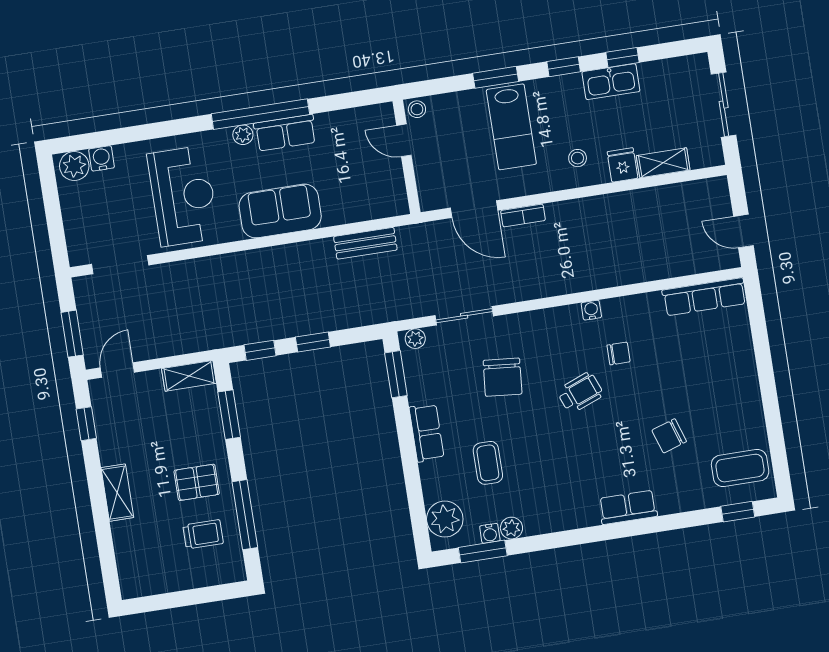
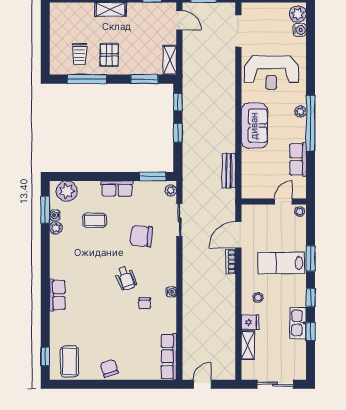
row of seats: (285, 133) -> (298, 159), moved
chair: (669, 436) -> (109, 368), moved

